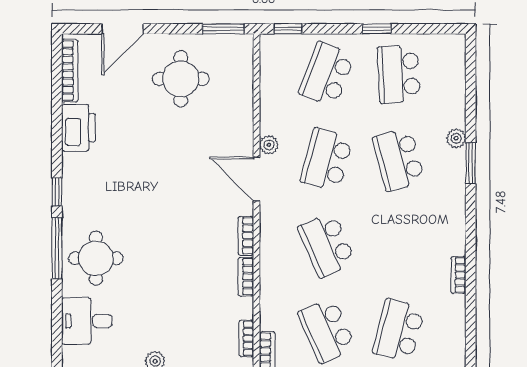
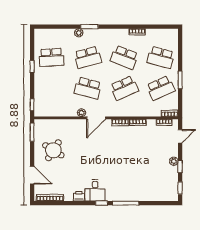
school desk: (327, 74) -> (124, 57), moved
round table: (181, 79) -> (53, 150), turned 32
printer: (79, 128) -> (79, 196), width x0.53, depth x0.68
round table: (96, 258) -> (130, 187), removed
desk: (87, 321) -> (95, 190), moved

